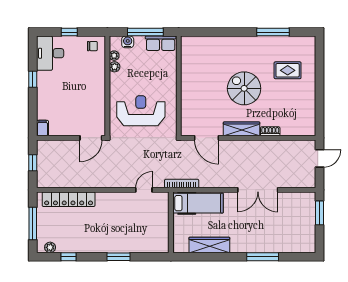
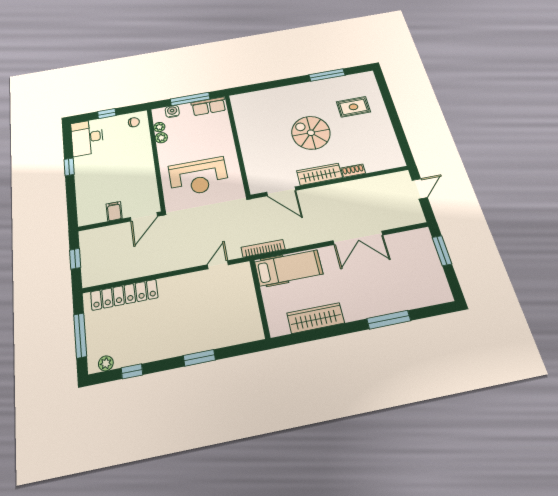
reception desk: (141, 111) -> (199, 177), turned 180
filing cabinet: (42, 128) -> (114, 211), moved

